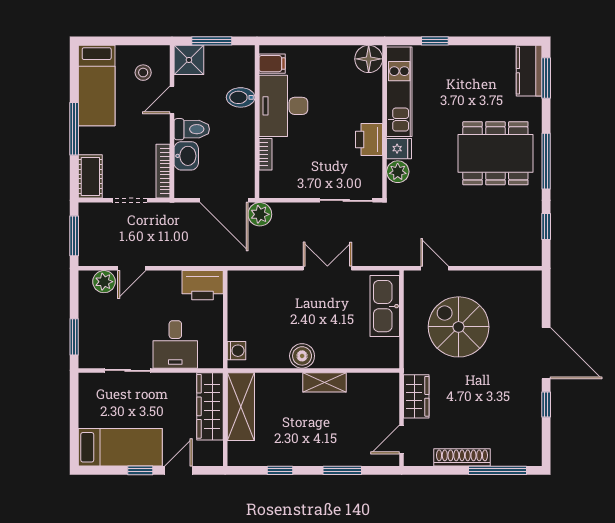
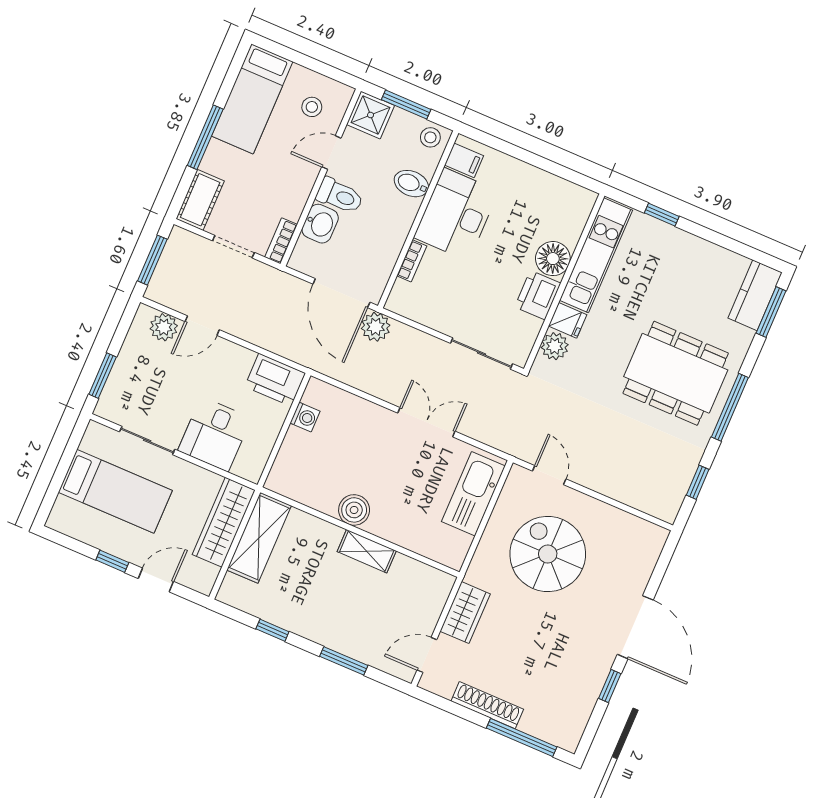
stool: (240, 57) -> (430, 137), added
floor lamp: (369, 59) -> (553, 259), moved
bookcase: (163, 171) -> (281, 241), width x0.64
washing machine: (236, 351) -> (305, 417), moved
bed: (120, 447) -> (115, 491), moved

